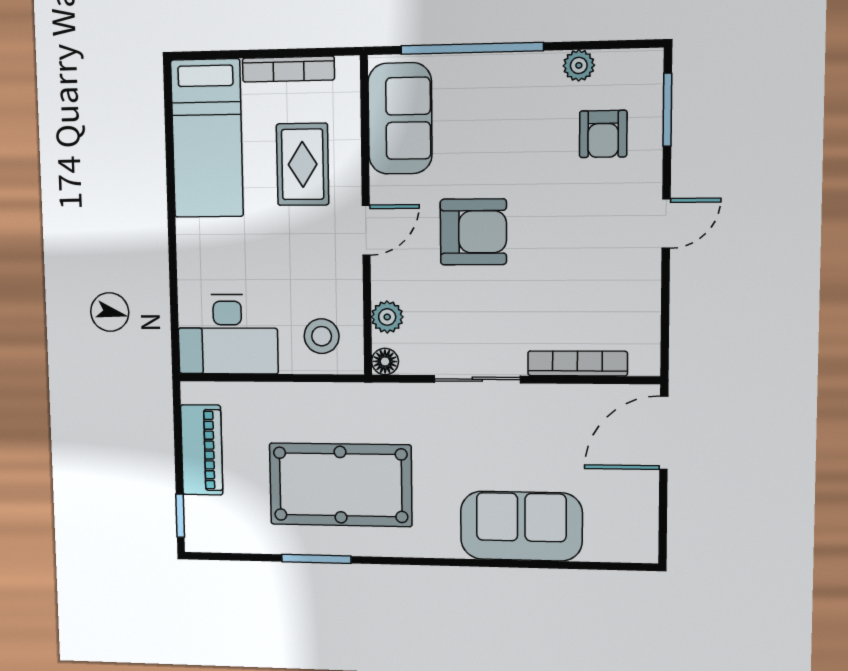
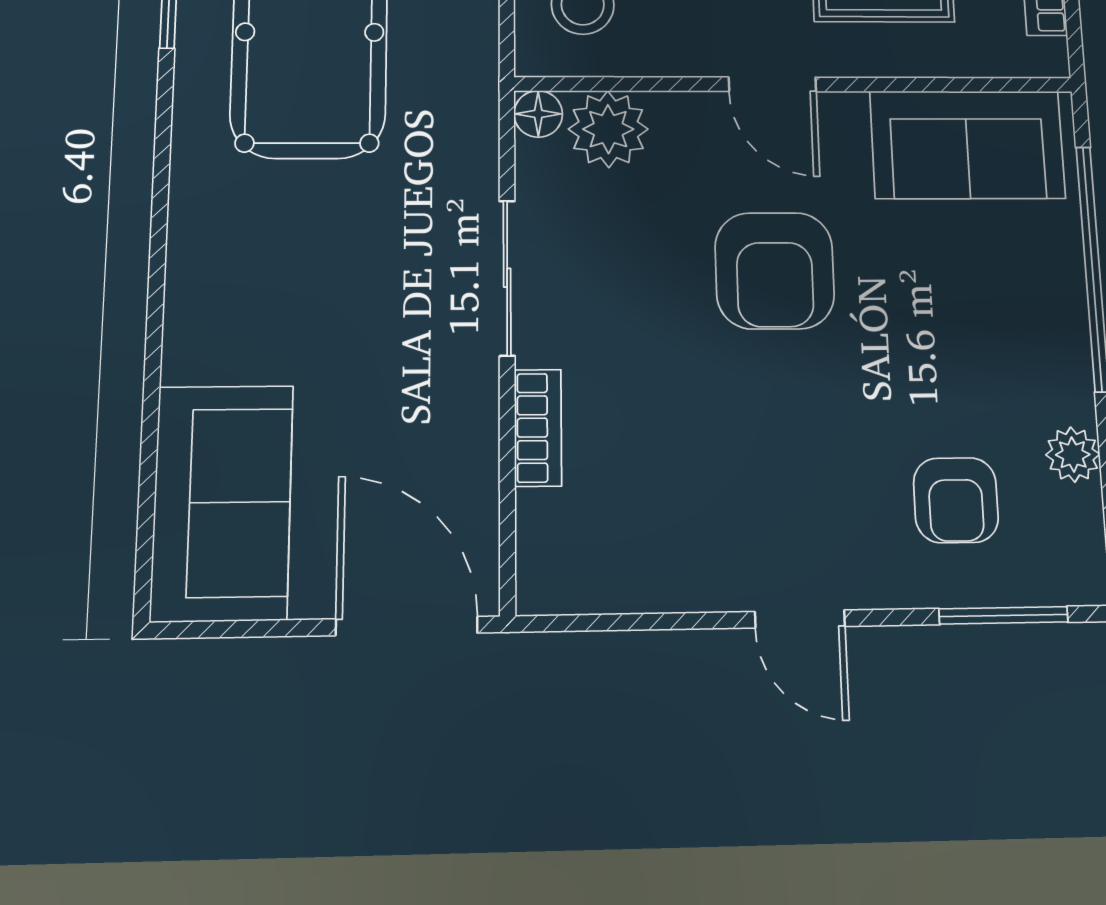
armchair: (603, 134) -> (956, 500), turned -90
plant: (387, 317) -> (608, 129), width x1.38, depth x1.38
bookcase: (577, 363) -> (538, 428), width x0.64
sofa: (521, 526) -> (222, 502), moved

